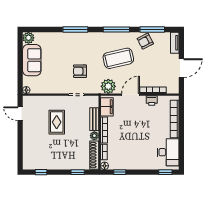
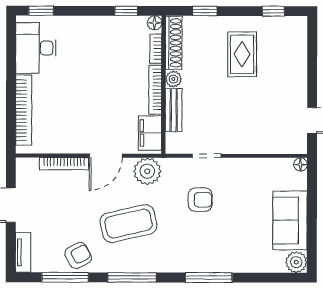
printer: (152, 101) -> (66, 145), removed
rug: (57, 122) -> (242, 54), moved

